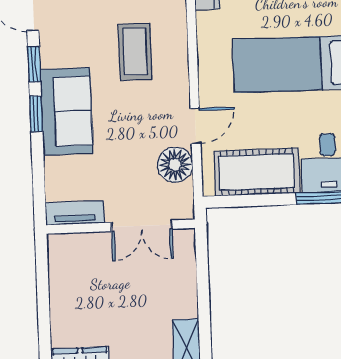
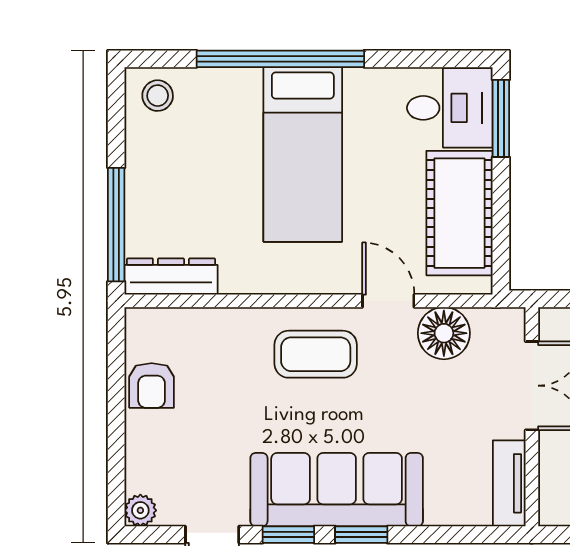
coffee table: (135, 52) -> (316, 354), moved
sofa: (67, 111) -> (337, 490), width x1.36

